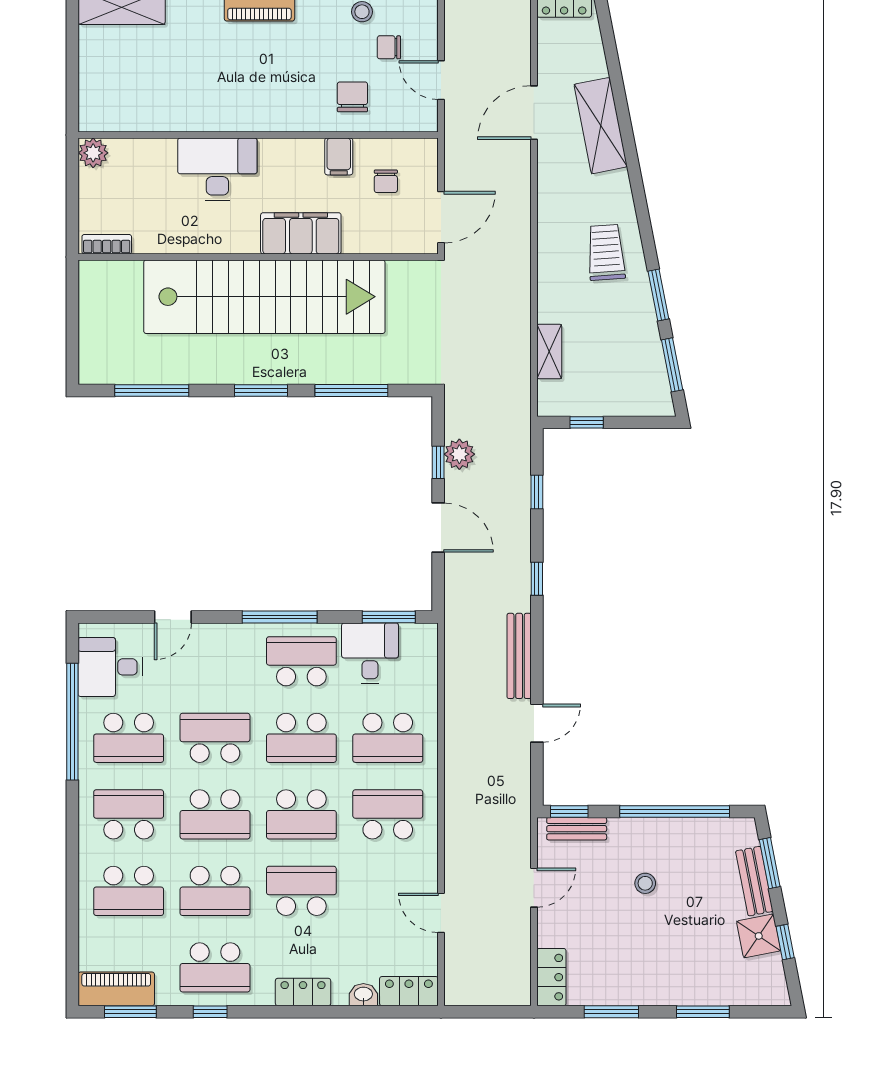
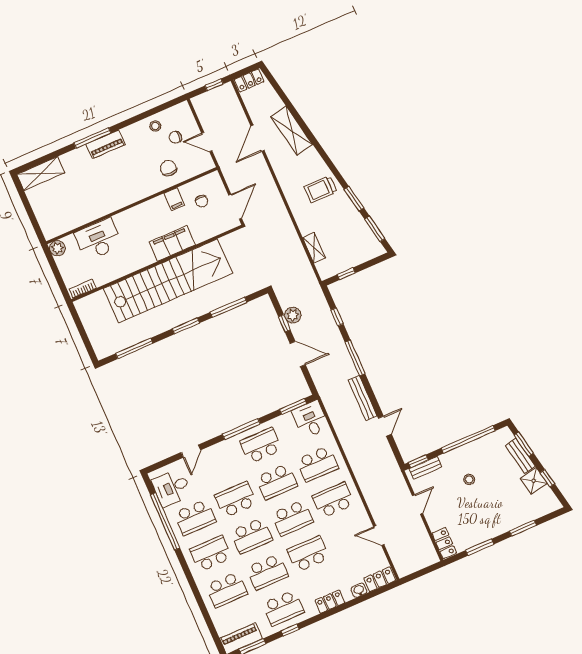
desk: (217, 169) -> (98, 239), moved
trolley: (606, 252) -> (320, 189), turned -86
window: (537, 579) -> (355, 358), width x2.17
desk: (370, 653) -> (310, 419), moved

